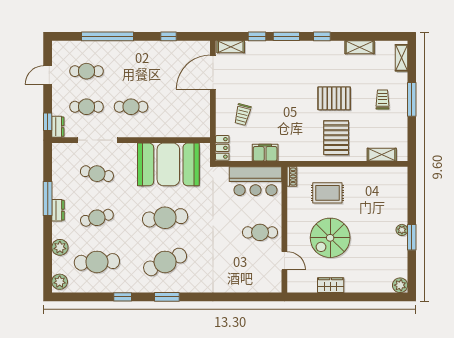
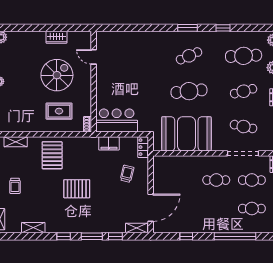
pallet: (334, 98) -> (77, 189), moved
cafe table: (260, 232) -> (113, 79), removed
cafe table: (165, 262) -> (189, 56), width x0.73, depth x0.74

